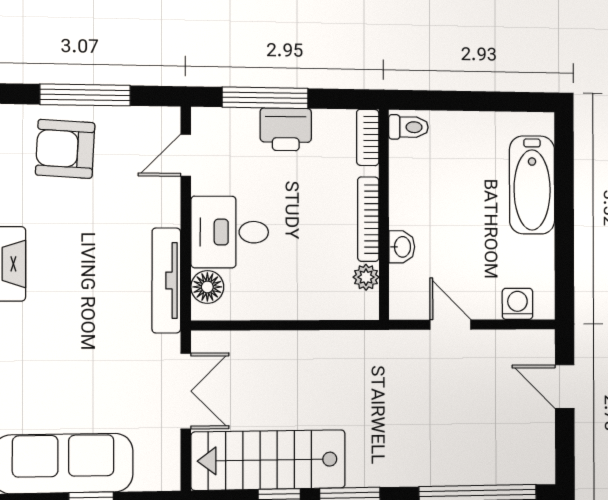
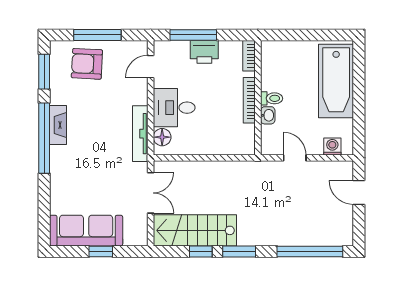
toilet: (408, 127) -> (272, 98), moved
bathtub: (532, 185) -> (336, 81), width x1.36, depth x1.36
plant: (366, 277) -> (248, 132), removed

